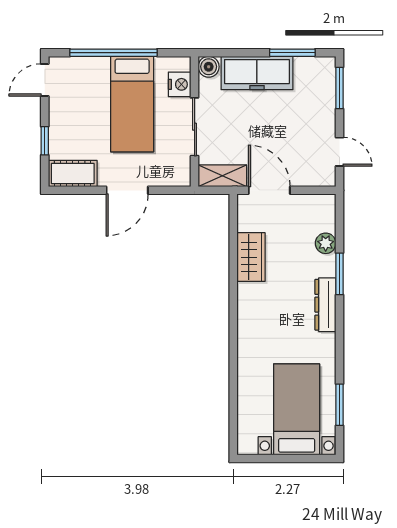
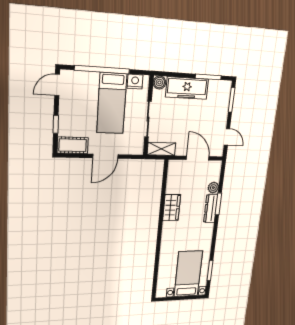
nightstand: (180, 84) -> (135, 82), moved, turned -90
door: (269, 190) -> (198, 158), moved
wardrobe: (251, 257) -> (172, 208), moved
dresser: (325, 305) -> (211, 208), moved

